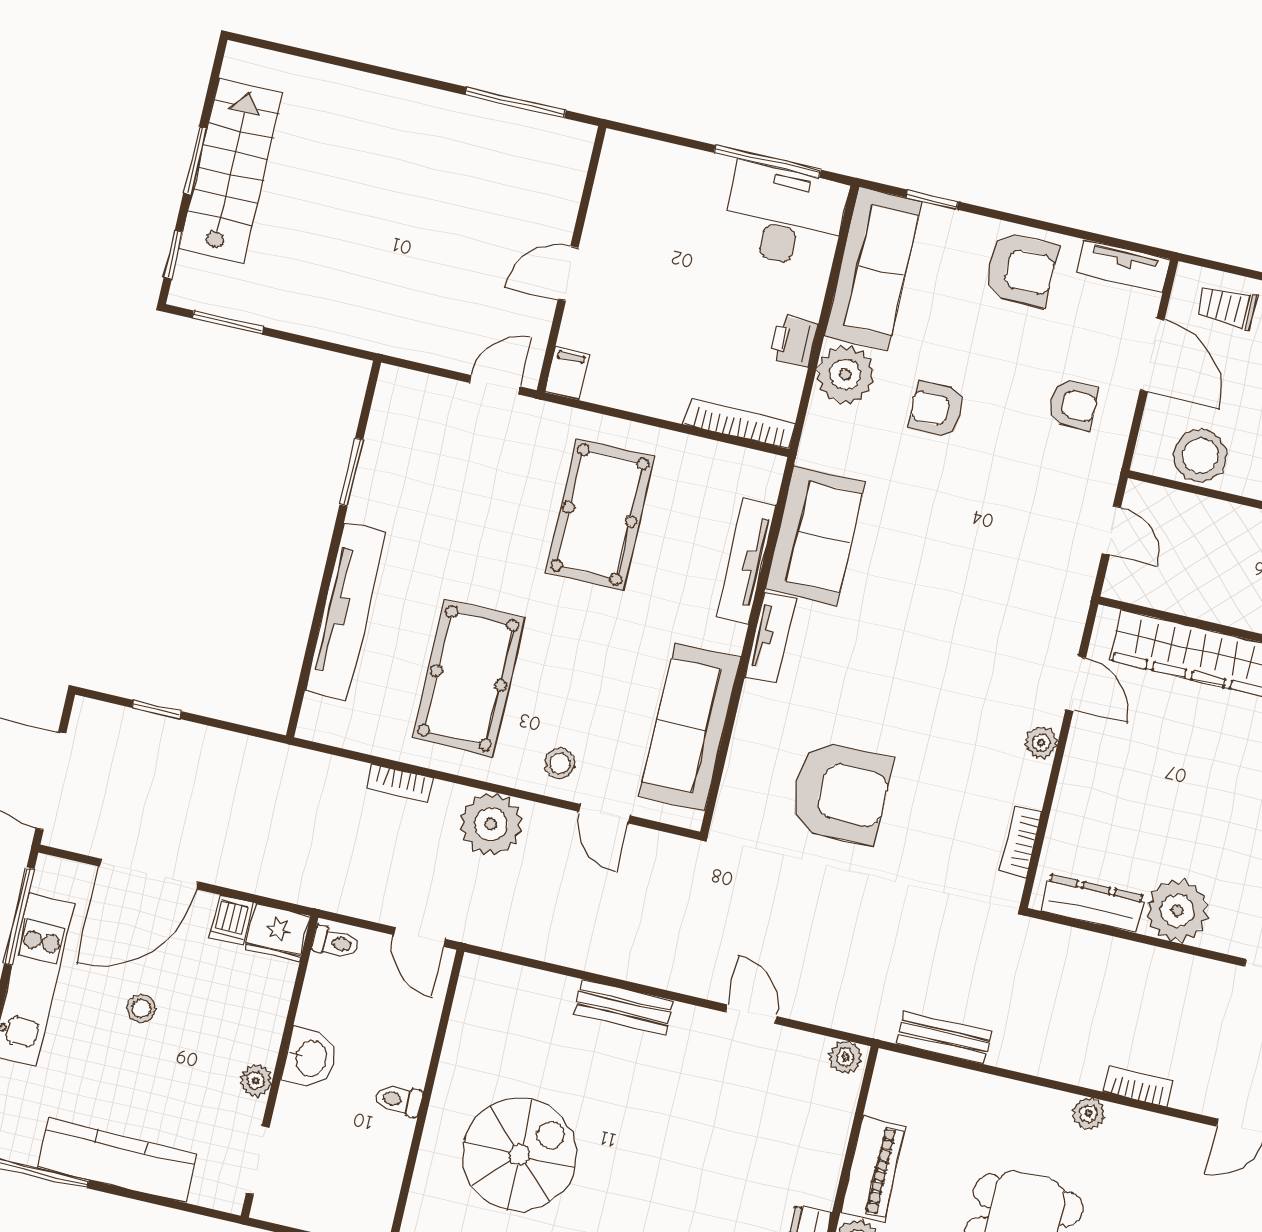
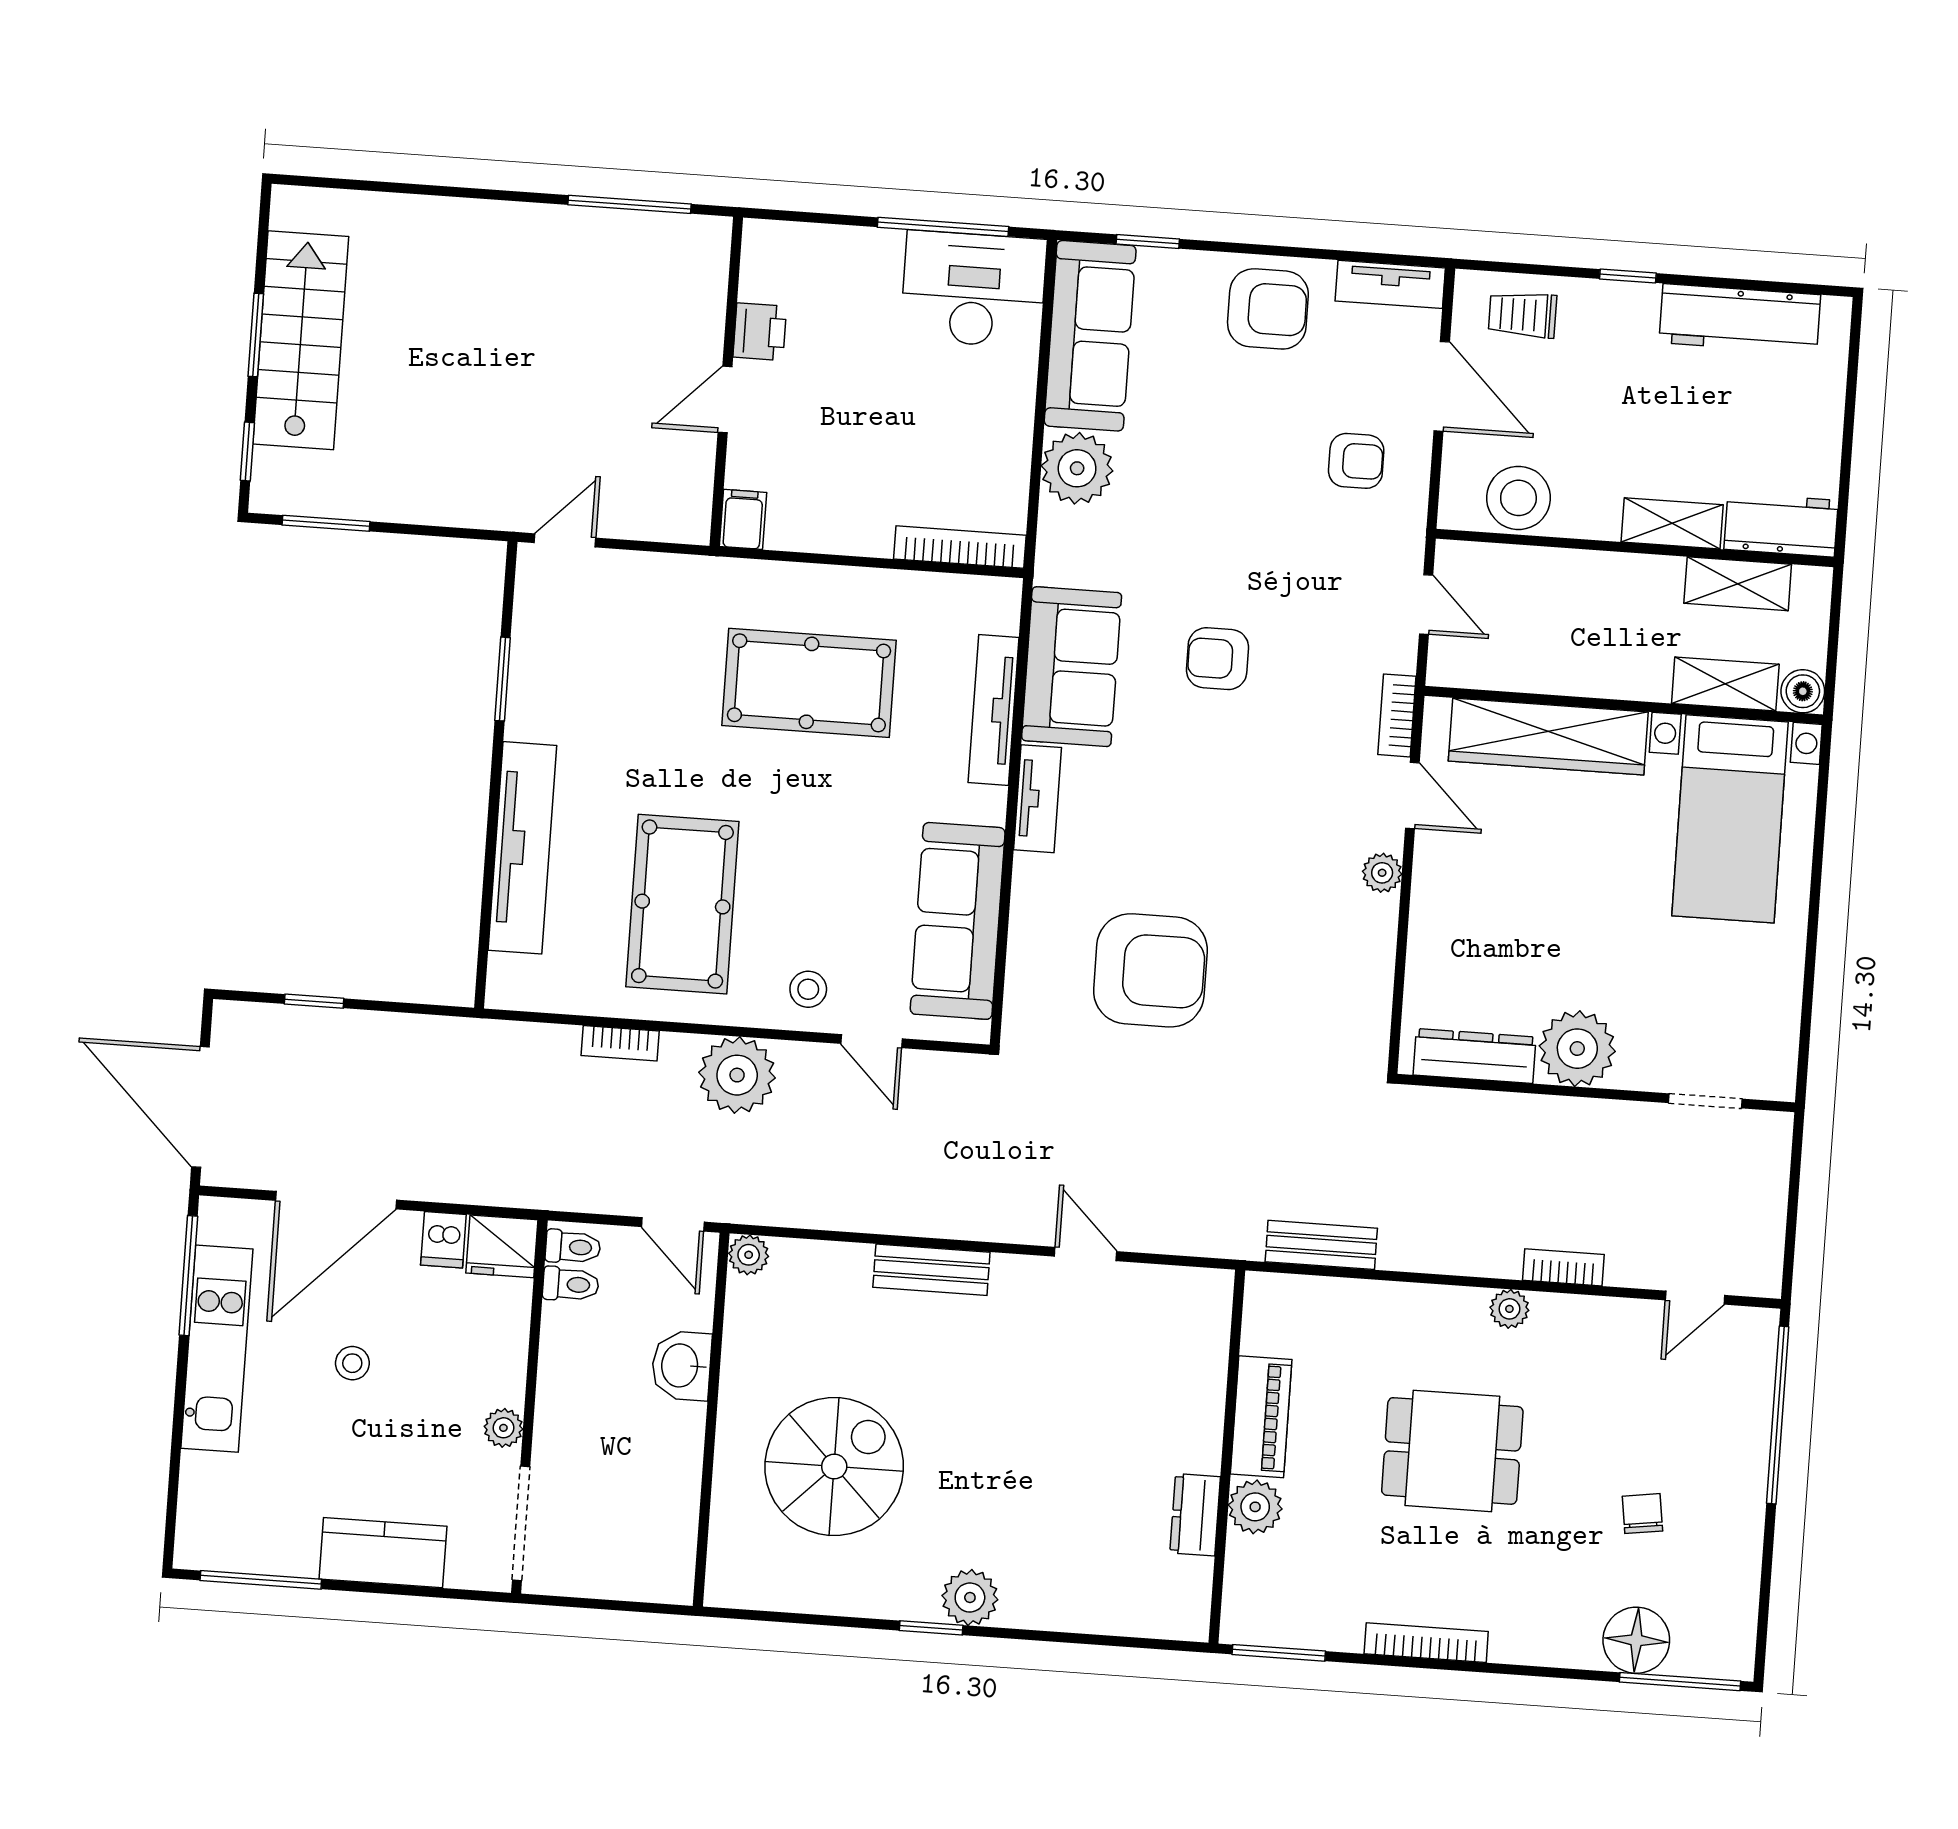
printer: (793, 341) -> (760, 332), moved, turned 180
door: (495, 385) -> (565, 540), moved
armchair: (937, 410) -> (1217, 659), moved
pool table: (600, 515) -> (809, 683), turned 90
bookcase: (1021, 841) -> (1397, 715), moved
plant: (845, 1057) -> (749, 1255), moved
washbasin: (310, 1058) -> (681, 1366), moved, turned 180
toilet: (398, 1100) -> (571, 1284), moved, turned 180
doorway: (258, 1160) -> (521, 1523), width x1.38
kitchen counter: (117, 1161) -> (383, 1553), width x0.67

